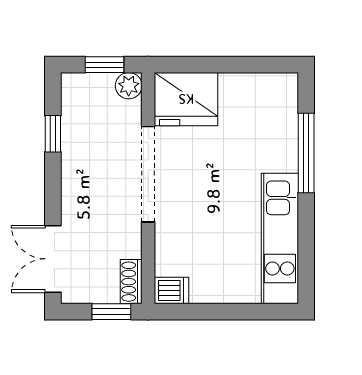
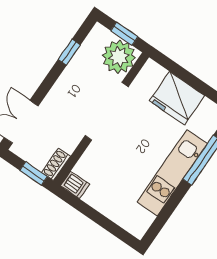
plant: (129, 86) -> (119, 57), width x1.88, depth x1.88
fridge: (186, 99) -> (177, 98), moved
kitchen unit: (280, 238) -> (172, 173), moved

